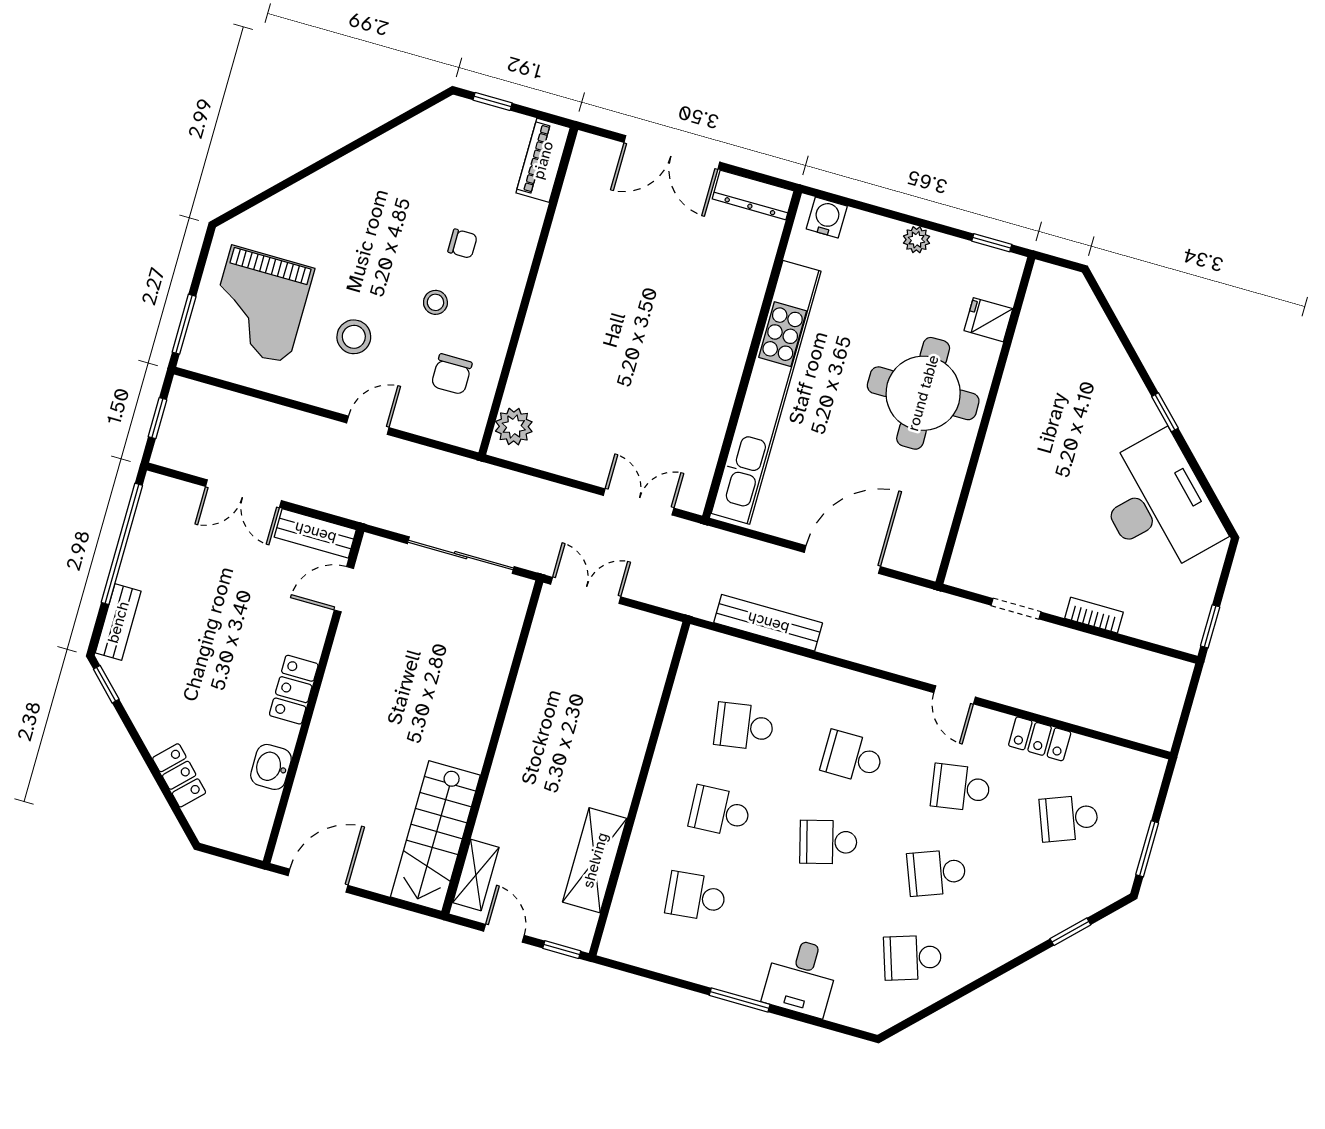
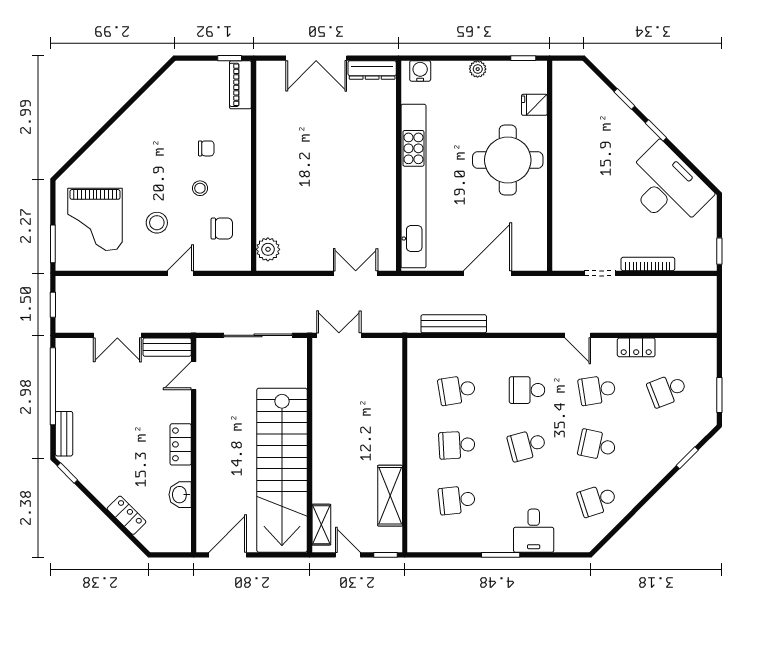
window: (493, 101) -> (230, 58), moved
window: (1130, 350) -> (624, 99), added
chair: (452, 374) -> (222, 229), turned -90
bookcase: (1094, 615) -> (648, 264), width x1.56
stairs: (435, 836) -> (282, 470), width x1.86, depth x1.51
school desk: (937, 873) -> (597, 445), turned 33

